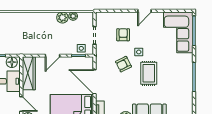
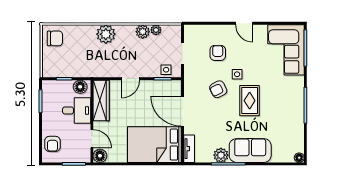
door: (145, 11) -> (244, 23), hinge flipped
plant: (33, 20) -> (106, 34), added

